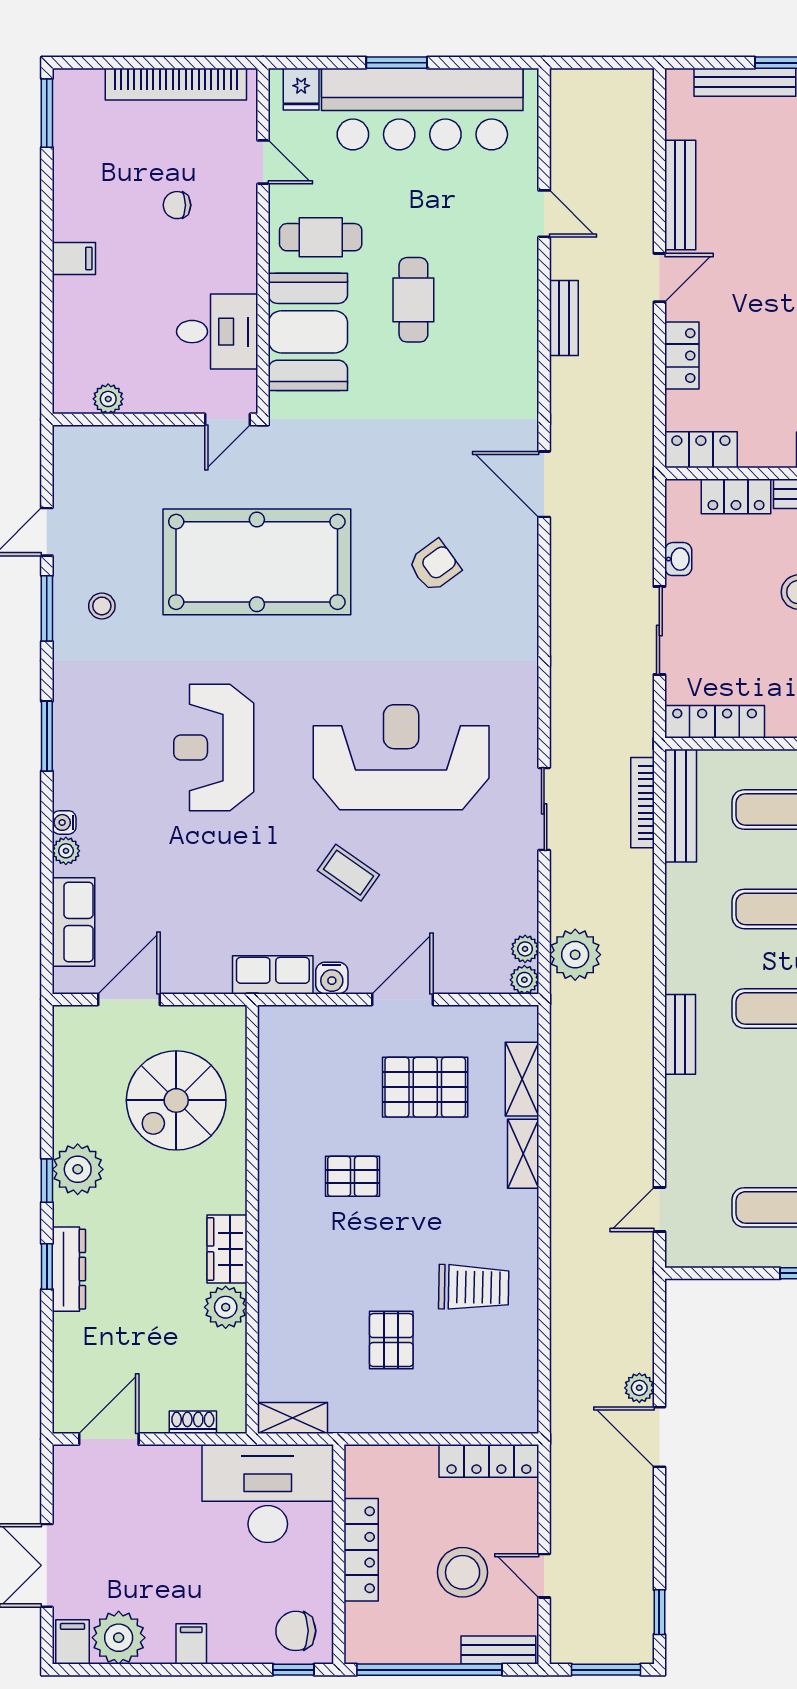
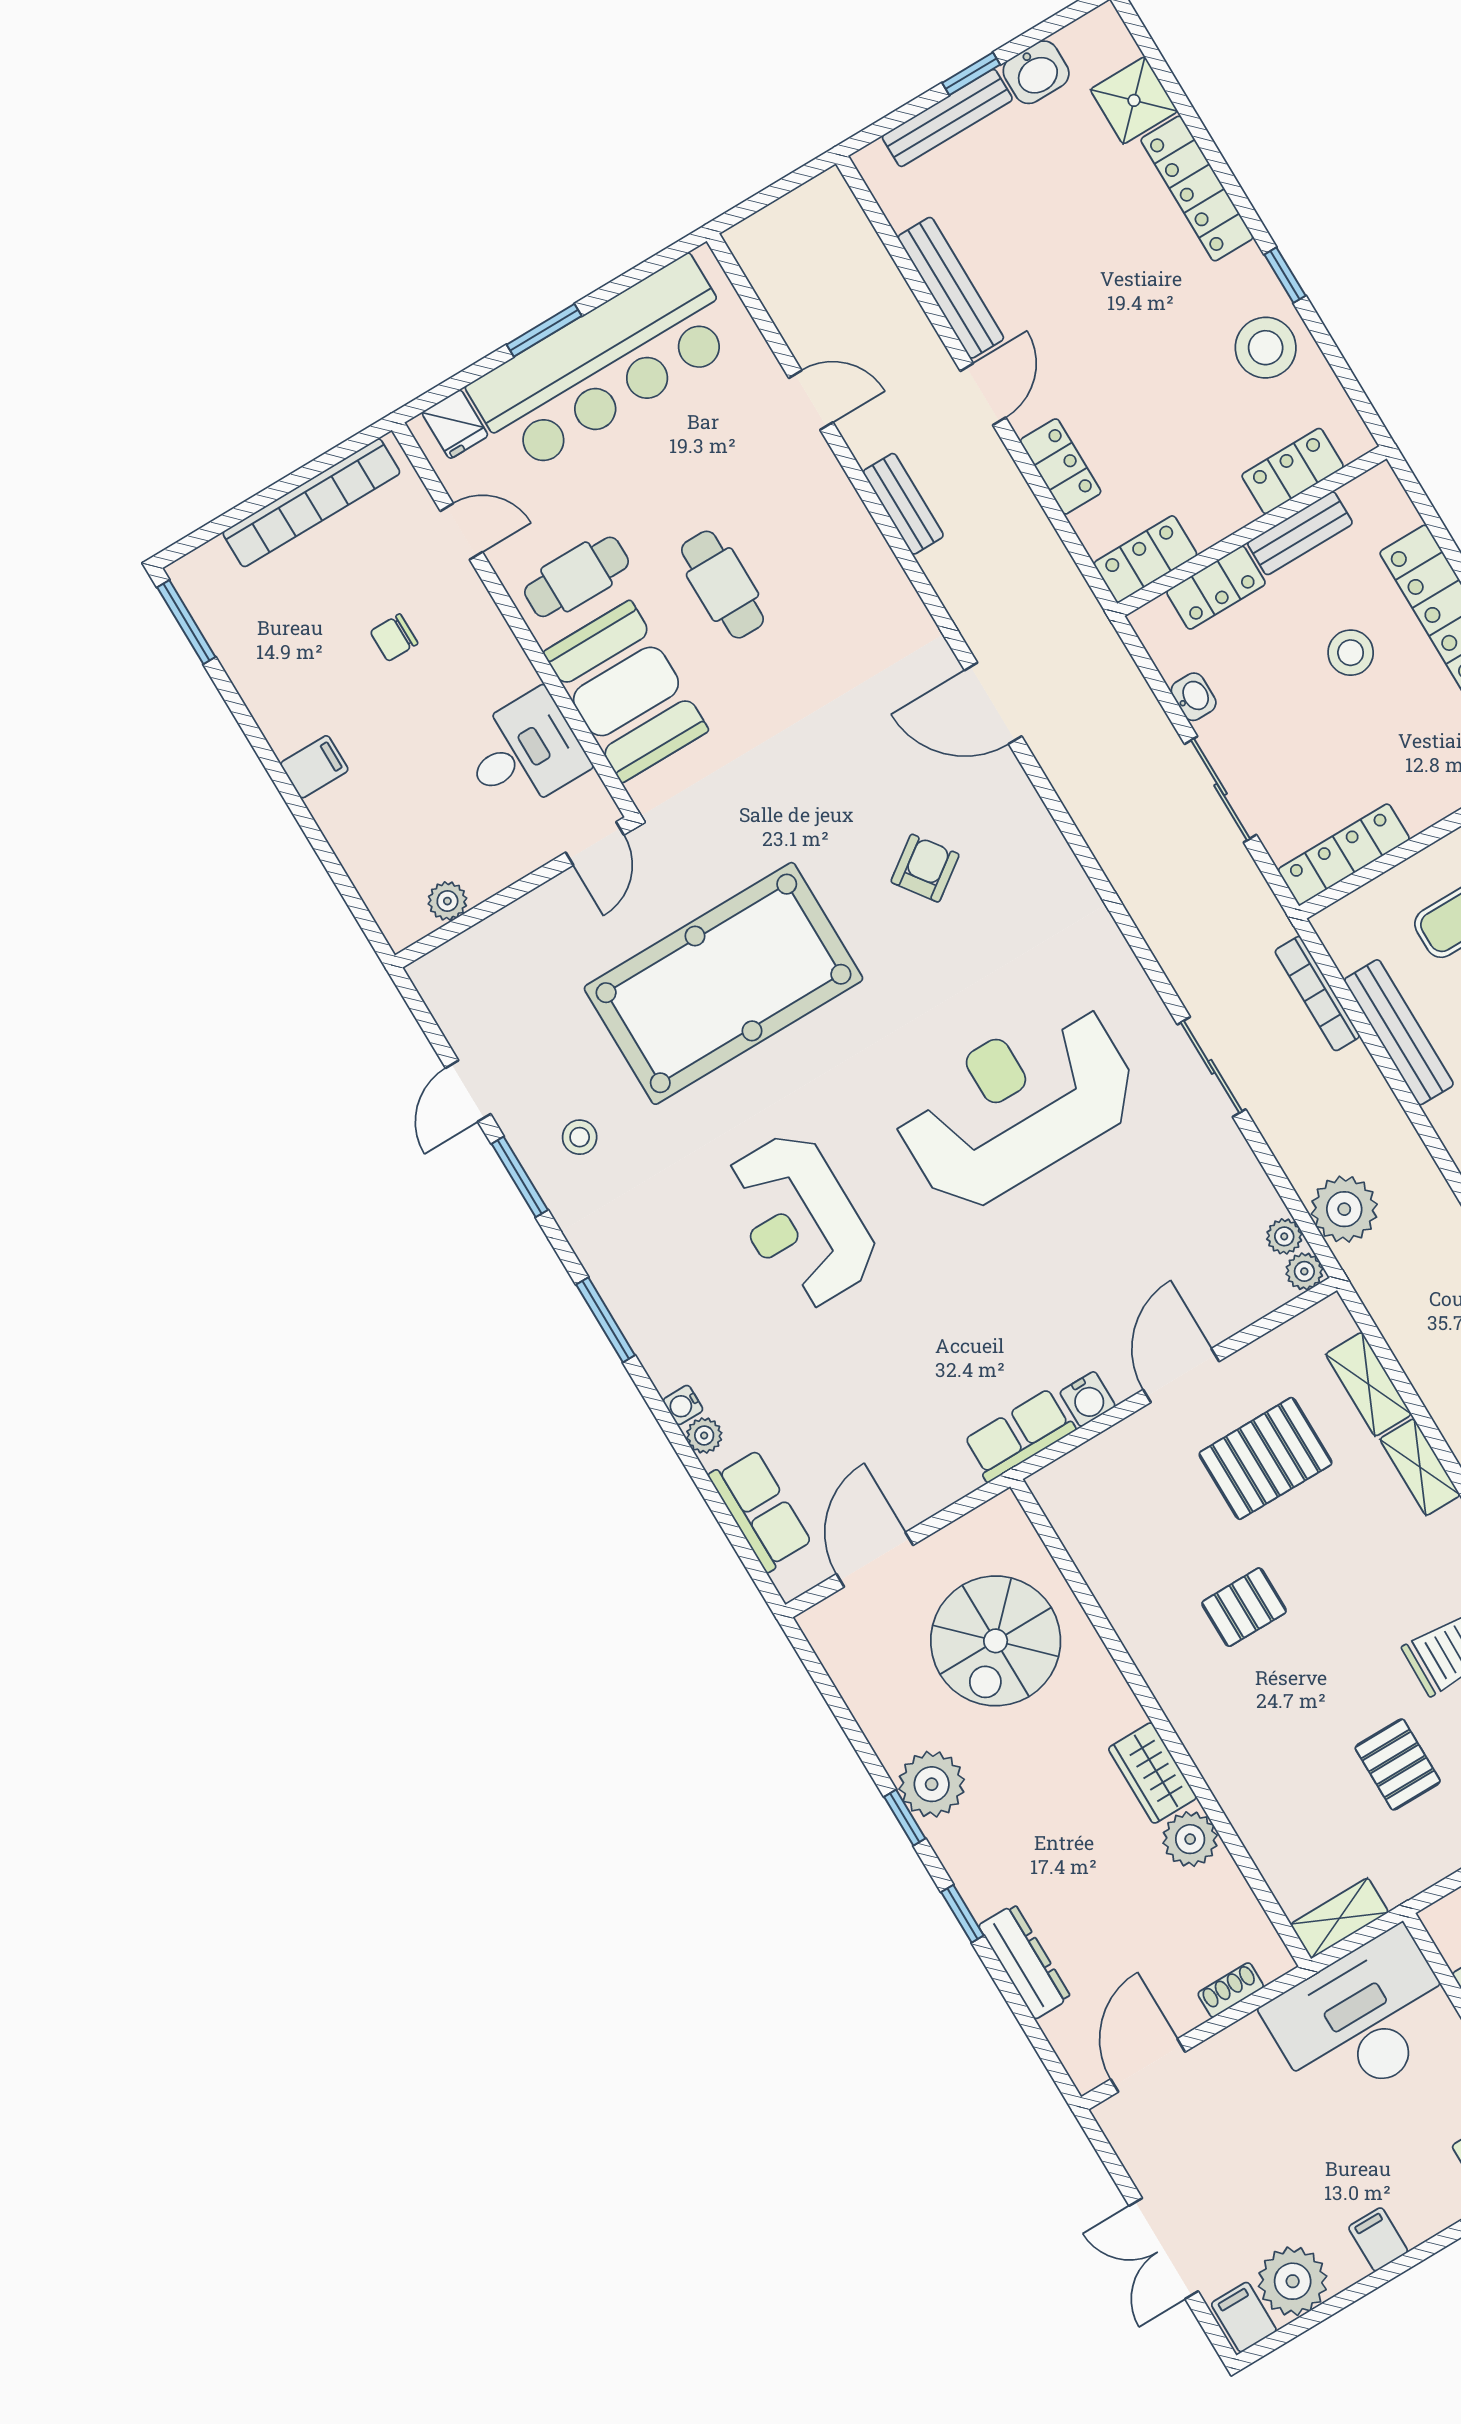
bench: (681, 806) -> (1399, 1032), moved
coffee table: (348, 873) -> (1035, 1270), removed
dresser: (69, 1269) -> (1025, 1962), moved

